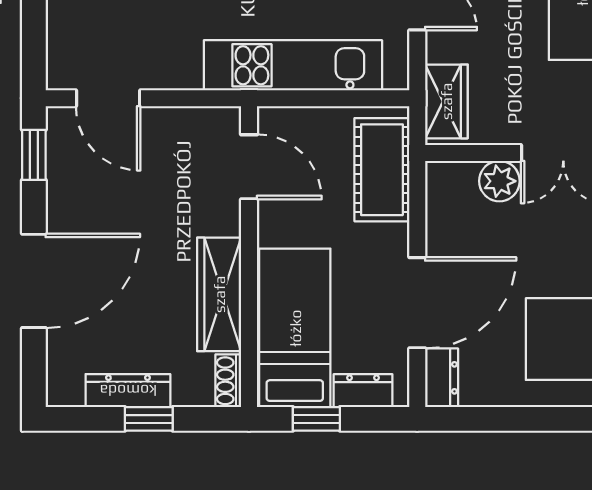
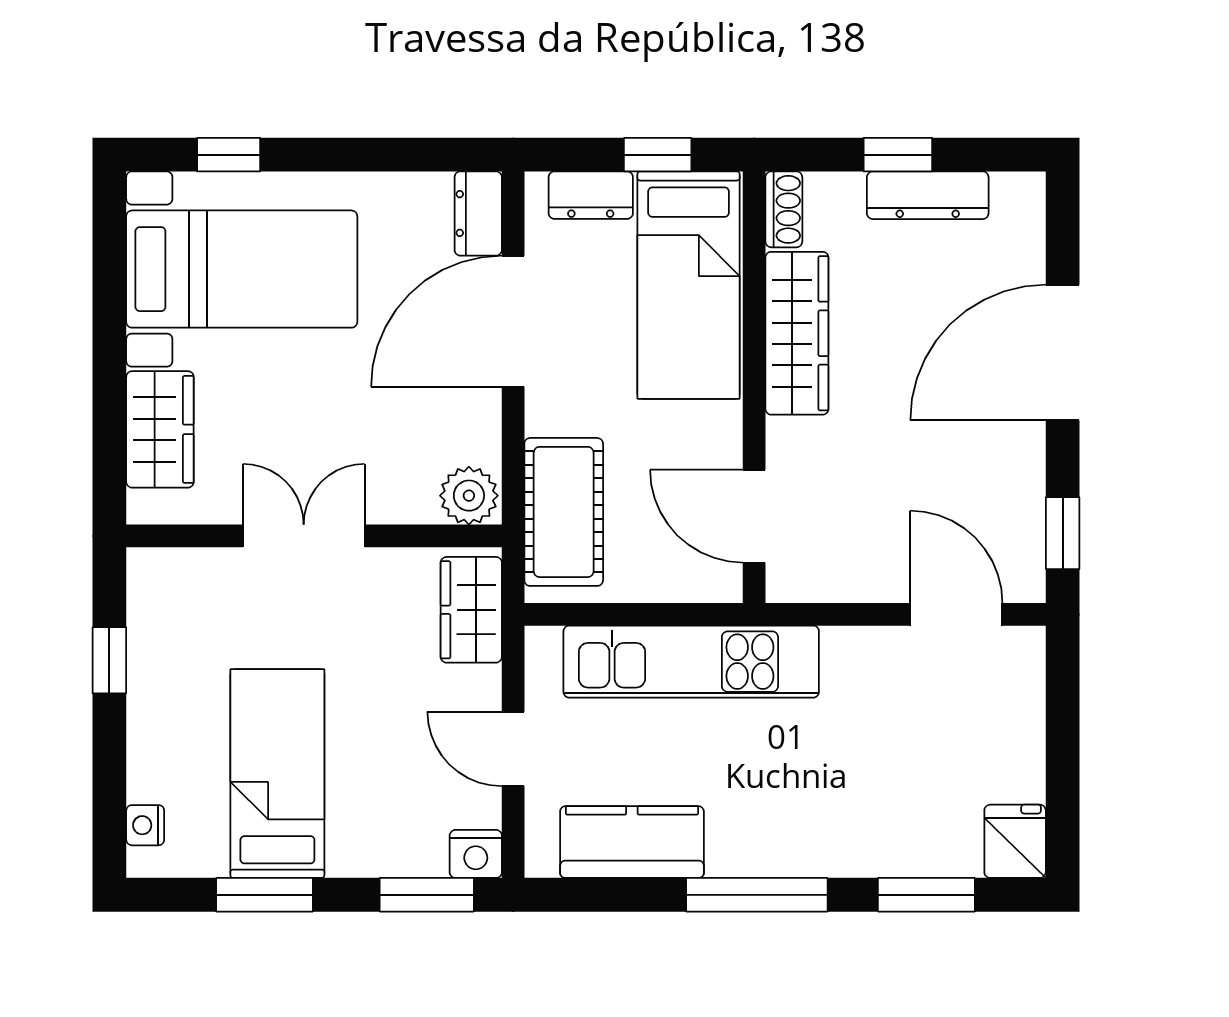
plant: (499, 181) -> (469, 496), moved

